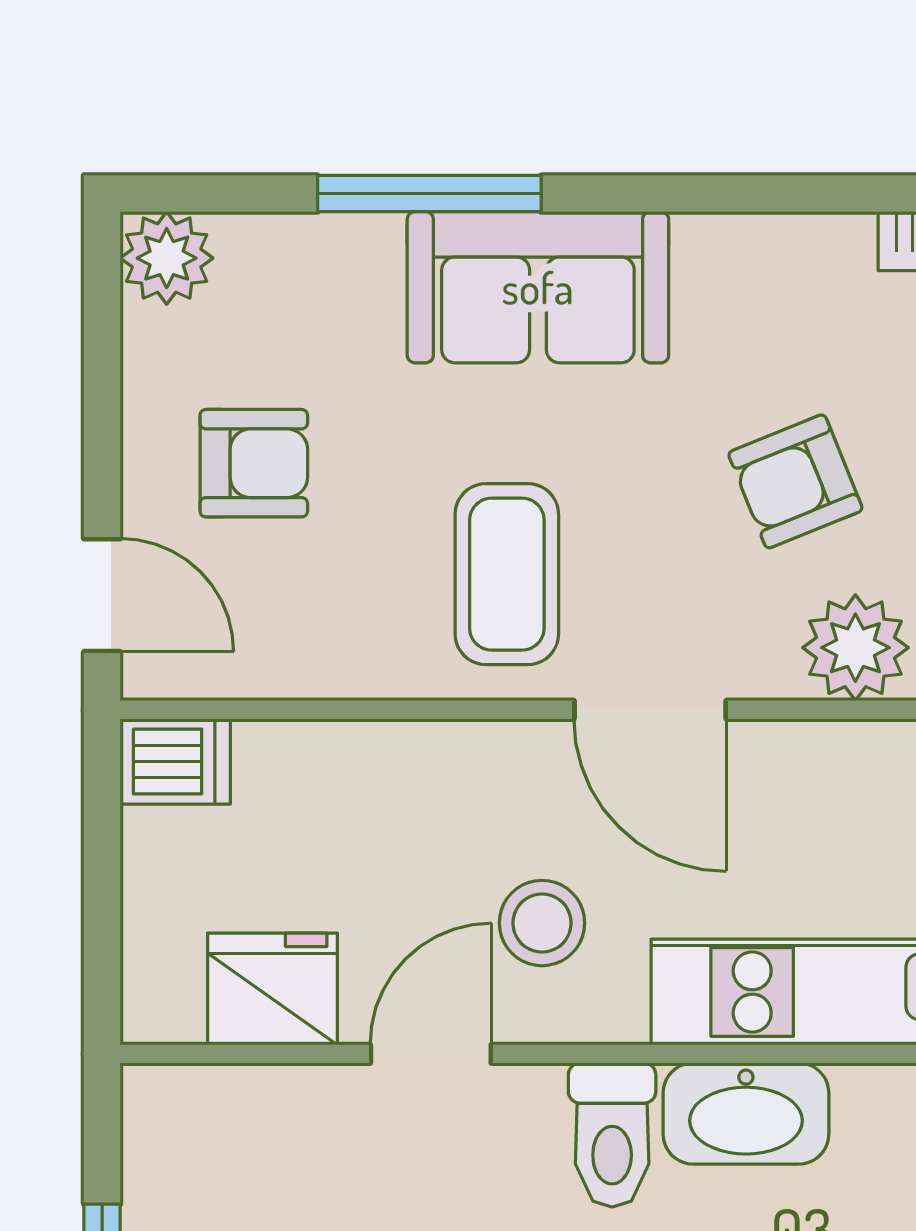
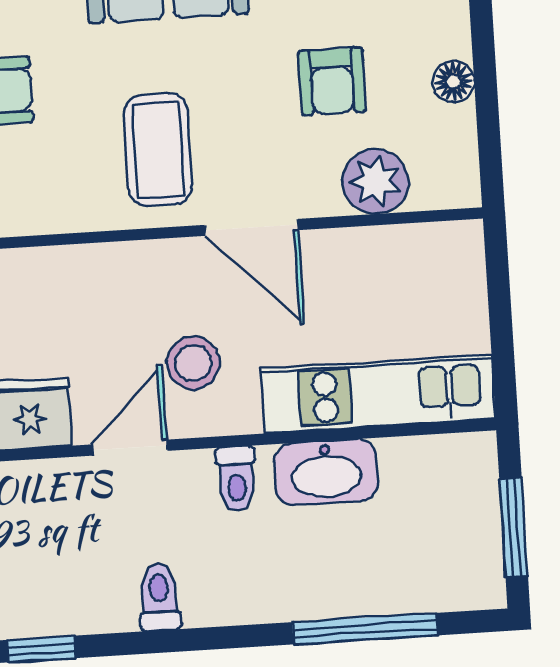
armchair: (795, 481) -> (332, 81), turned -68
toilet: (612, 1135) -> (236, 479), width x0.73, depth x0.72

